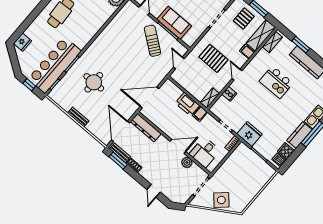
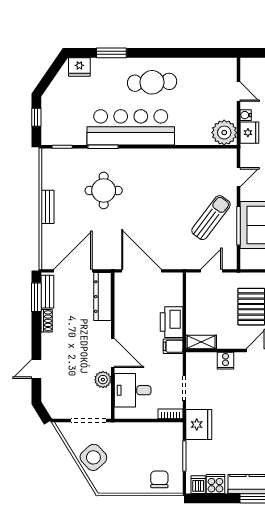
window: (29, 20) -> (111, 53), added
bar counter: (55, 65) -> (131, 127), moved
chair: (260, 177) -> (159, 479), added

